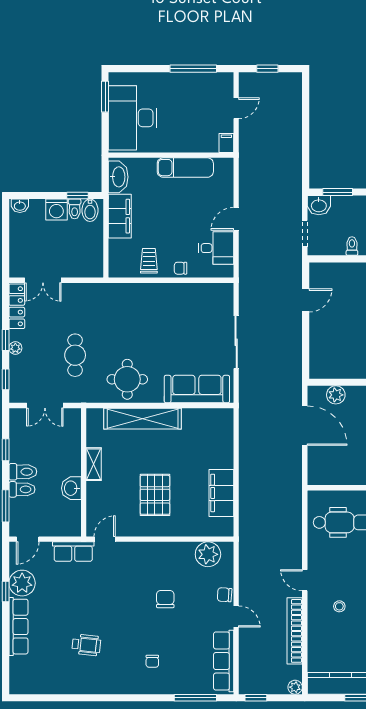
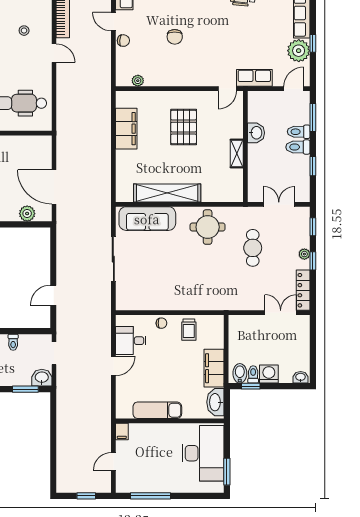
shelving: (143, 419) -> (167, 193), moved
plant: (208, 554) -> (138, 81), width x0.53, depth x0.53

